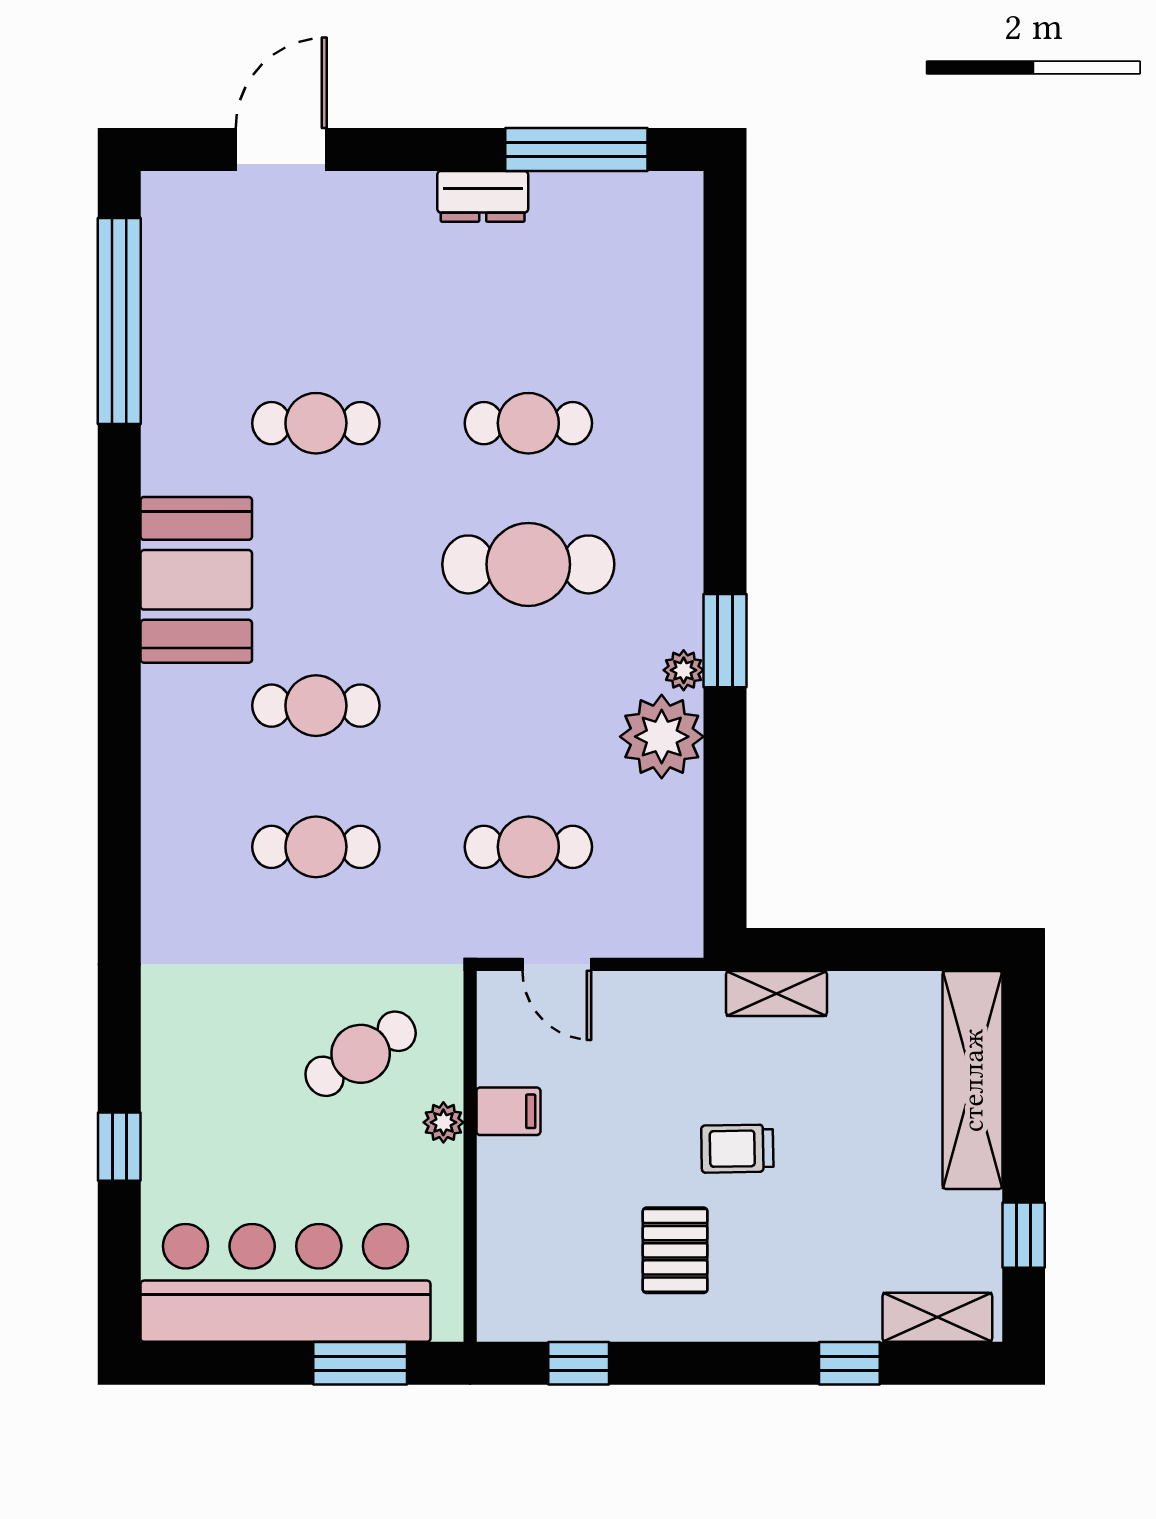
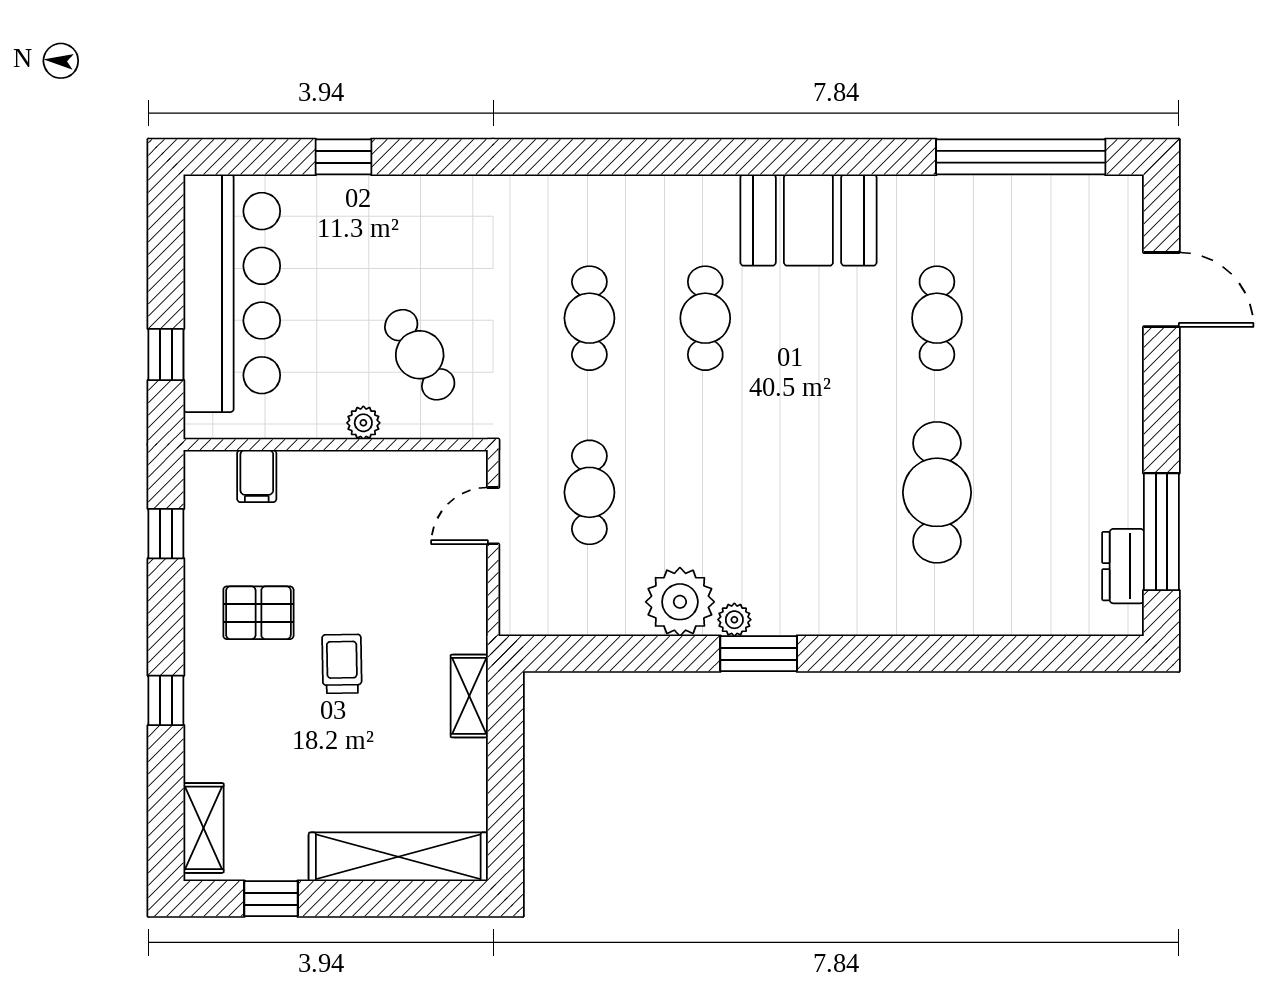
dresser: (483, 196) -> (1123, 566), moved
cafe table: (528, 423) -> (937, 492), width x1.37, depth x1.35
cafe table: (528, 564) -> (821, 492), removed
filing cabinet: (508, 1111) -> (257, 476), moved
window: (360, 1363) -> (166, 354), width x0.67
window: (849, 1363) -> (166, 700), moved

